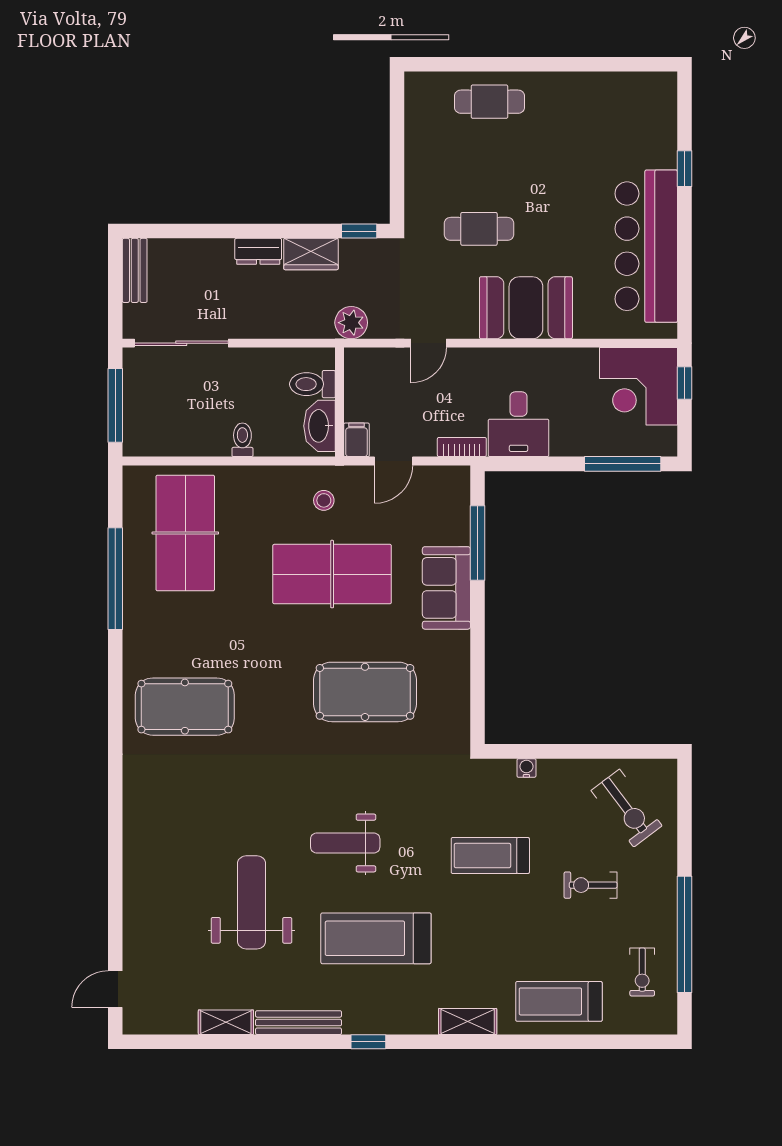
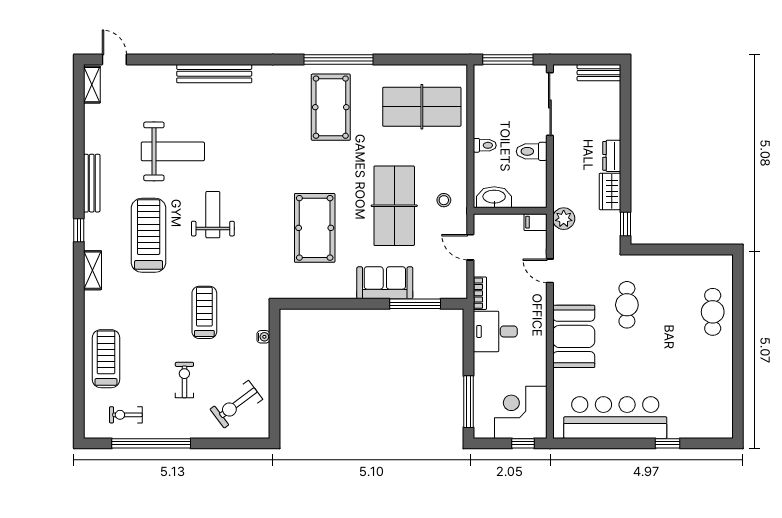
toilet: (312, 384) -> (532, 151), moved, turned -90
filing cabinet: (356, 440) -> (536, 222), moved, turned 180
window: (115, 579) -> (339, 60), moved
pool table: (185, 707) -> (331, 107), moved
bench: (136, 841) -> (214, 74), added
shelving: (468, 1021) -> (92, 270), moved
shelving: (226, 1022) -> (92, 85), moved

